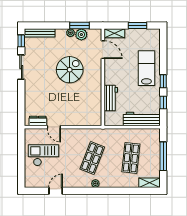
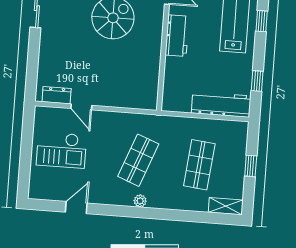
window: (163, 81) -> (262, 21), moved
workbench: (111, 98) -> (177, 36), moved
checkout: (43, 155) -> (61, 150), turned 180
window: (163, 156) -> (251, 166), width x0.46

